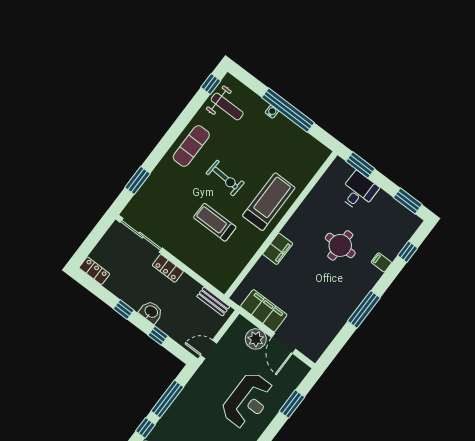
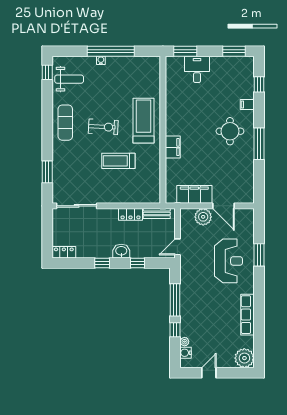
round table: (340, 245) -> (230, 131), moved
locker: (168, 268) -> (131, 214), moved
window: (292, 404) -> (259, 255), moved

